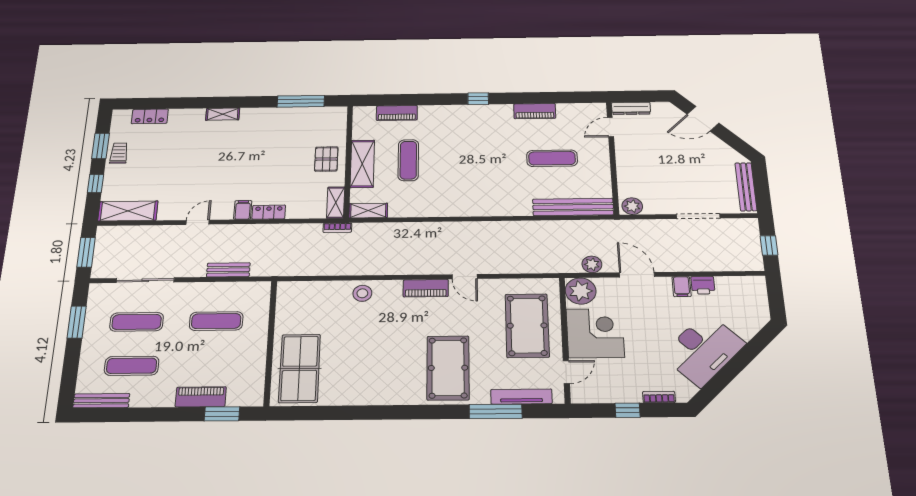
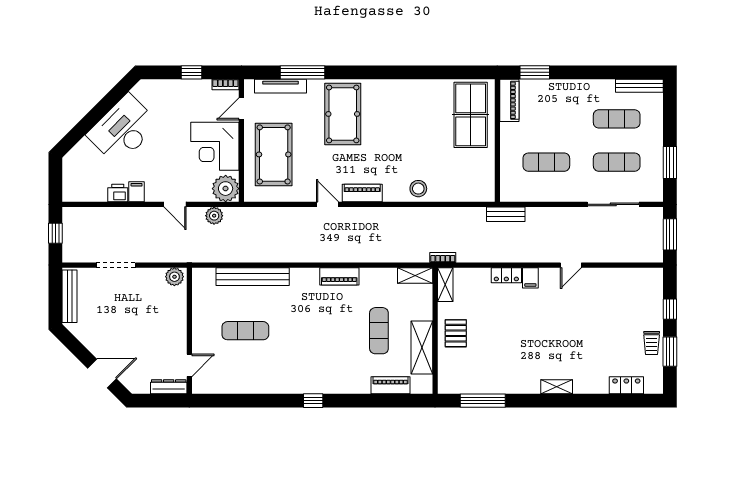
piano: (535, 111) -> (339, 276), moved, turned 180
shelving: (362, 164) -> (422, 347), moved
bench: (573, 207) -> (253, 277), moved
shelving: (128, 211) -> (636, 278), removed
bench: (228, 270) -> (506, 214), moved
door: (637, 275) -> (175, 204), width x0.73
piano: (201, 397) -> (509, 100), moved, turned -90
bookcase: (659, 397) -> (225, 84), moved

